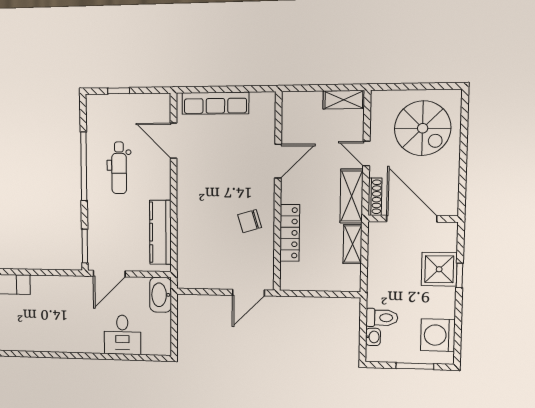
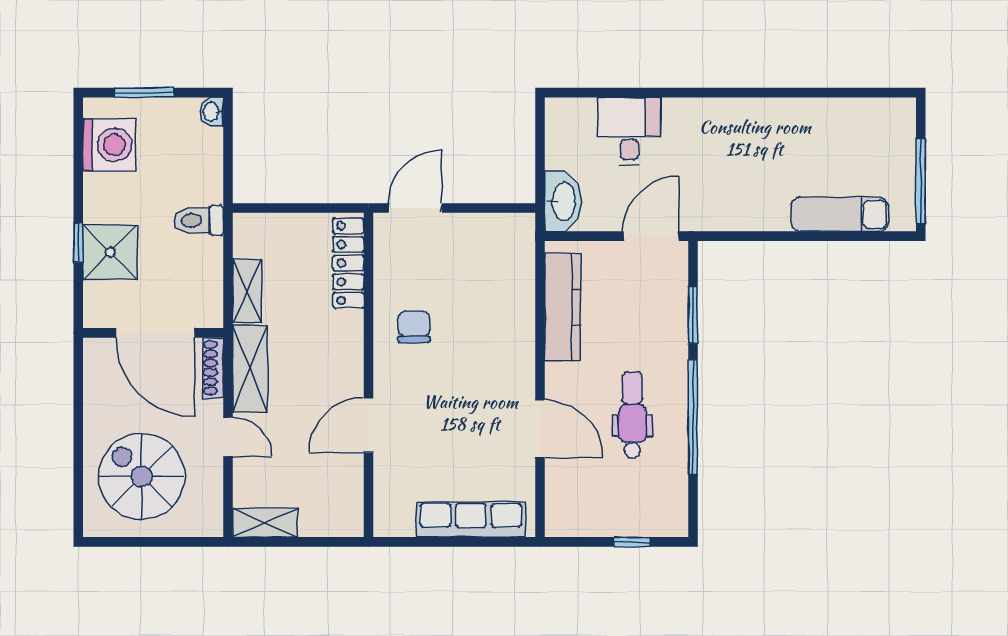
door: (174, 141) -> (540, 429), moved
chair: (250, 221) -> (414, 327), turned -73
locker: (290, 233) -> (348, 263), moved
window: (85, 246) -> (693, 315), moved
toilet: (382, 318) -> (198, 221), moved
washbasin: (373, 337) -> (212, 112), moved

